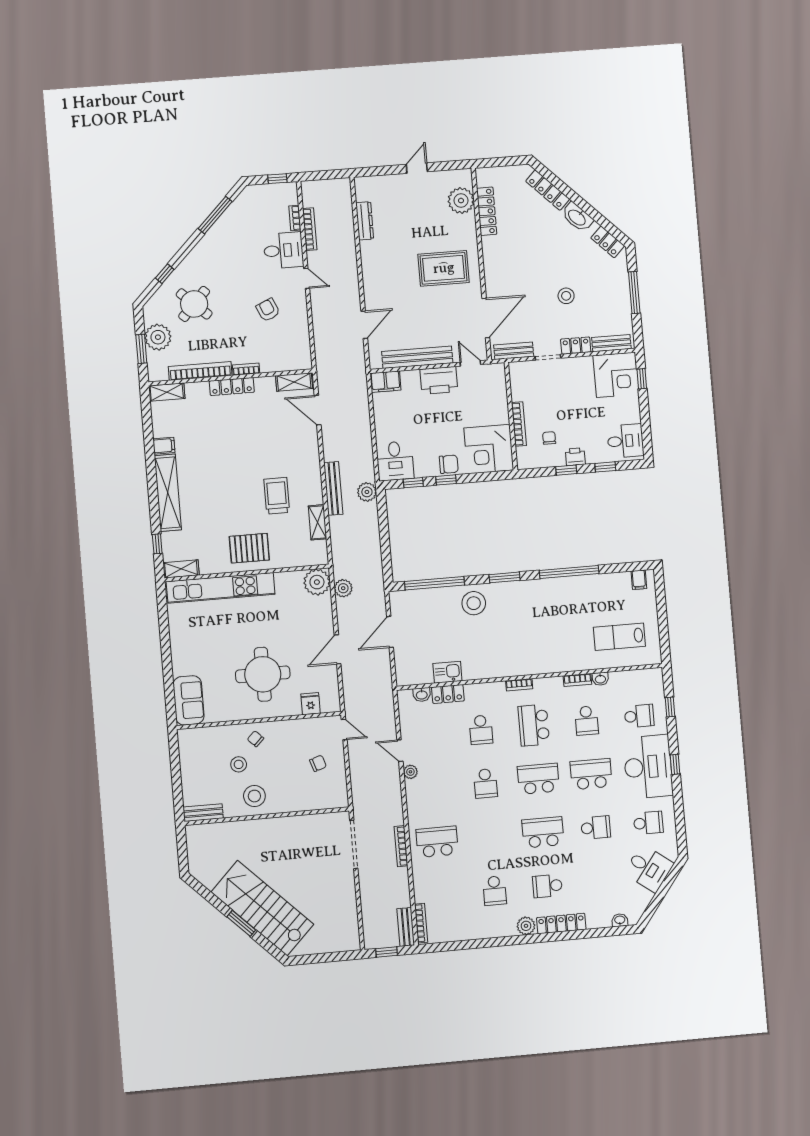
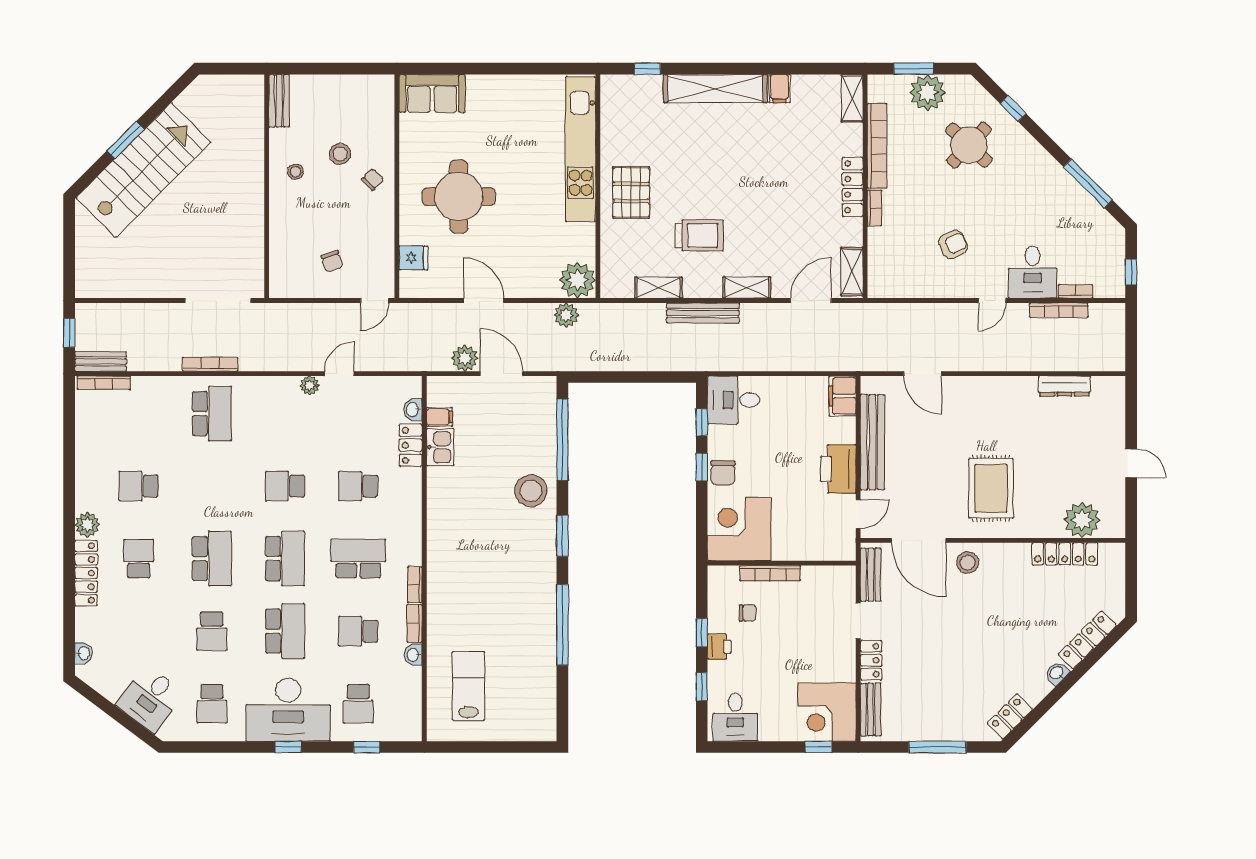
washbasin: (577, 217) -> (1057, 673), width x0.52, depth x0.69
stool: (566, 296) -> (968, 563), moved
plant: (367, 492) -> (465, 358), moved
shelving: (181, 569) -> (747, 288), moved, turned 90
filing cabinet: (639, 580) -> (439, 417), moved, turned 180
bookcase: (519, 685) -> (415, 585), moved
stool: (254, 796) -> (295, 172), width x0.53, depth x0.53

